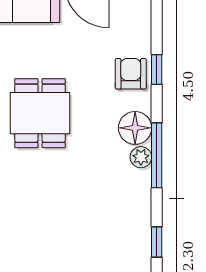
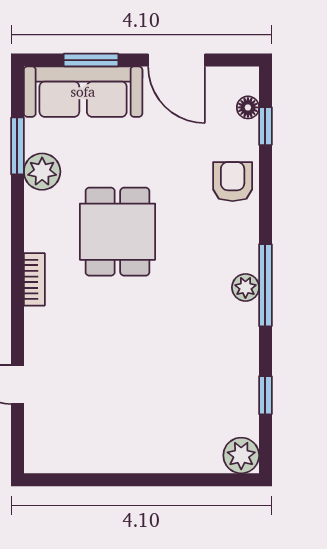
window: (157, 69) -> (265, 126), moved
floor lamp: (135, 128) -> (248, 107), moved, width x0.53, depth x0.53

